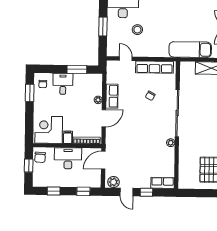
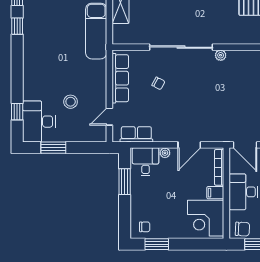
window: (103, 27) -> (53, 148), moved
desk: (63, 84) -> (146, 162), moved, turned 90
row of seats: (112, 96) -> (136, 134), moved
door: (104, 118) -> (189, 145), swing flipped

